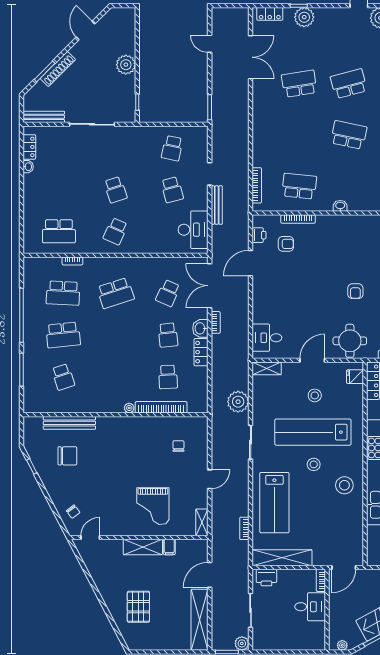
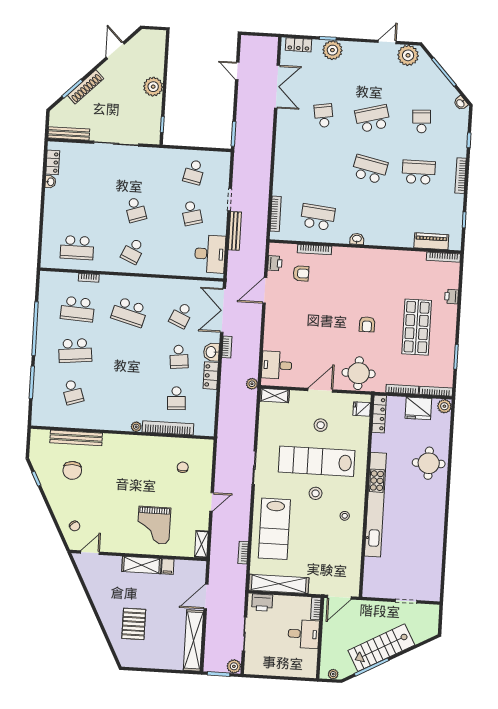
school desk: (299, 84) -> (324, 116), width x0.54
school desk: (116, 293) -> (129, 312), turned 33
plant: (238, 402) -> (252, 384), moved, width x0.53, depth x0.53
chair: (67, 456) -> (72, 470), turned 90
stool: (344, 485) -> (345, 516), width x0.53, depth x0.53

